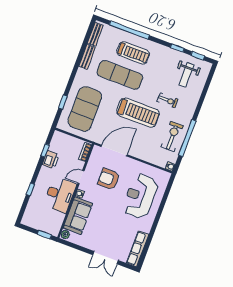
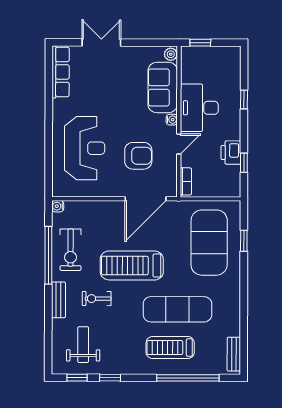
bench: (87, 57) -> (58, 300), moved

